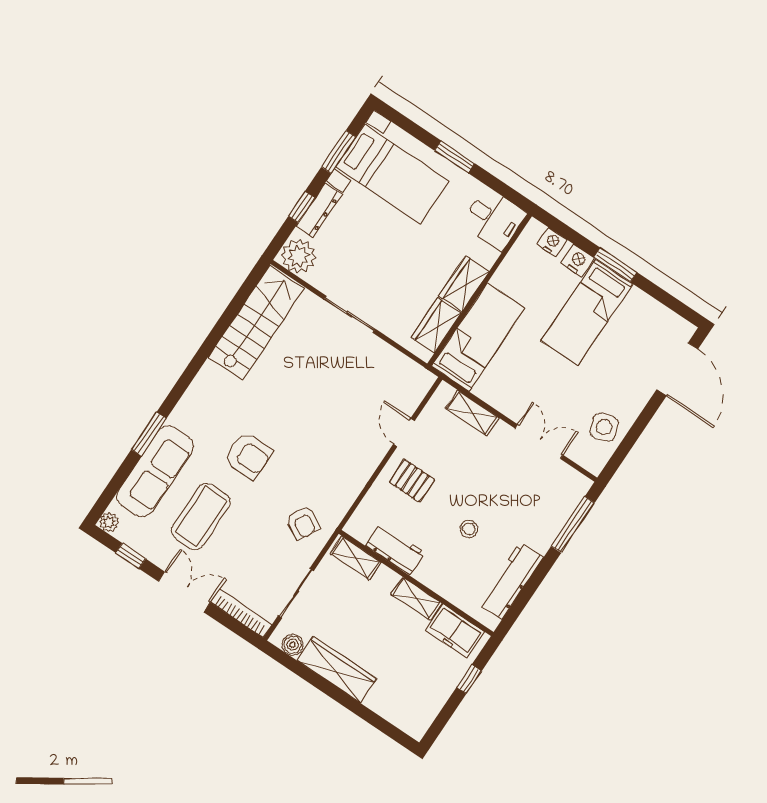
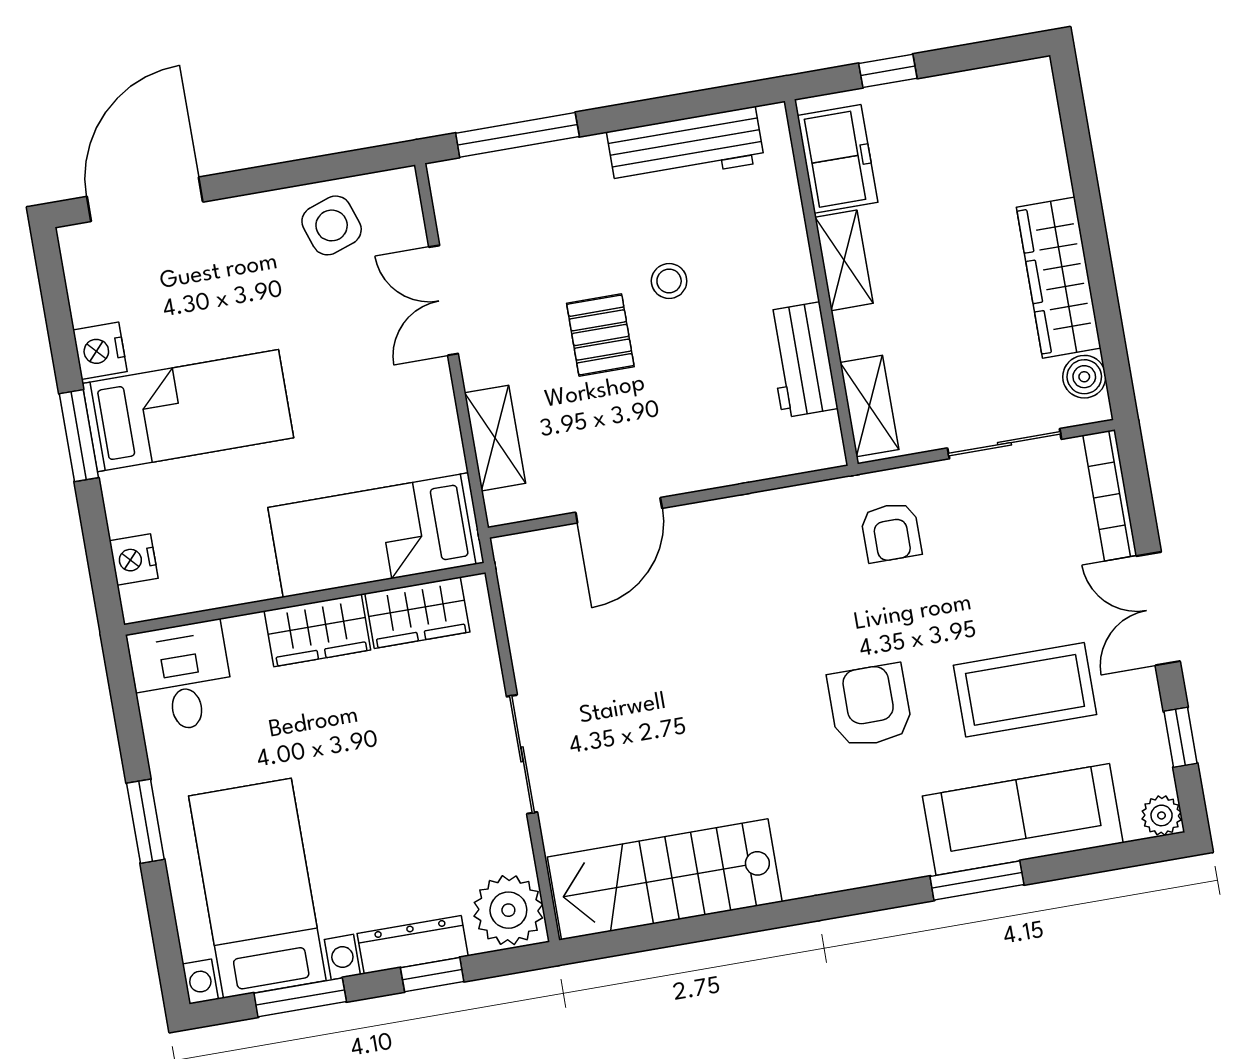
nightstand: (578, 261) -> (100, 351), moved
door: (404, 433) -> (619, 510), width x1.38
pallet: (412, 481) -> (600, 335), moved
armchair: (303, 522) -> (891, 532), turned 151

